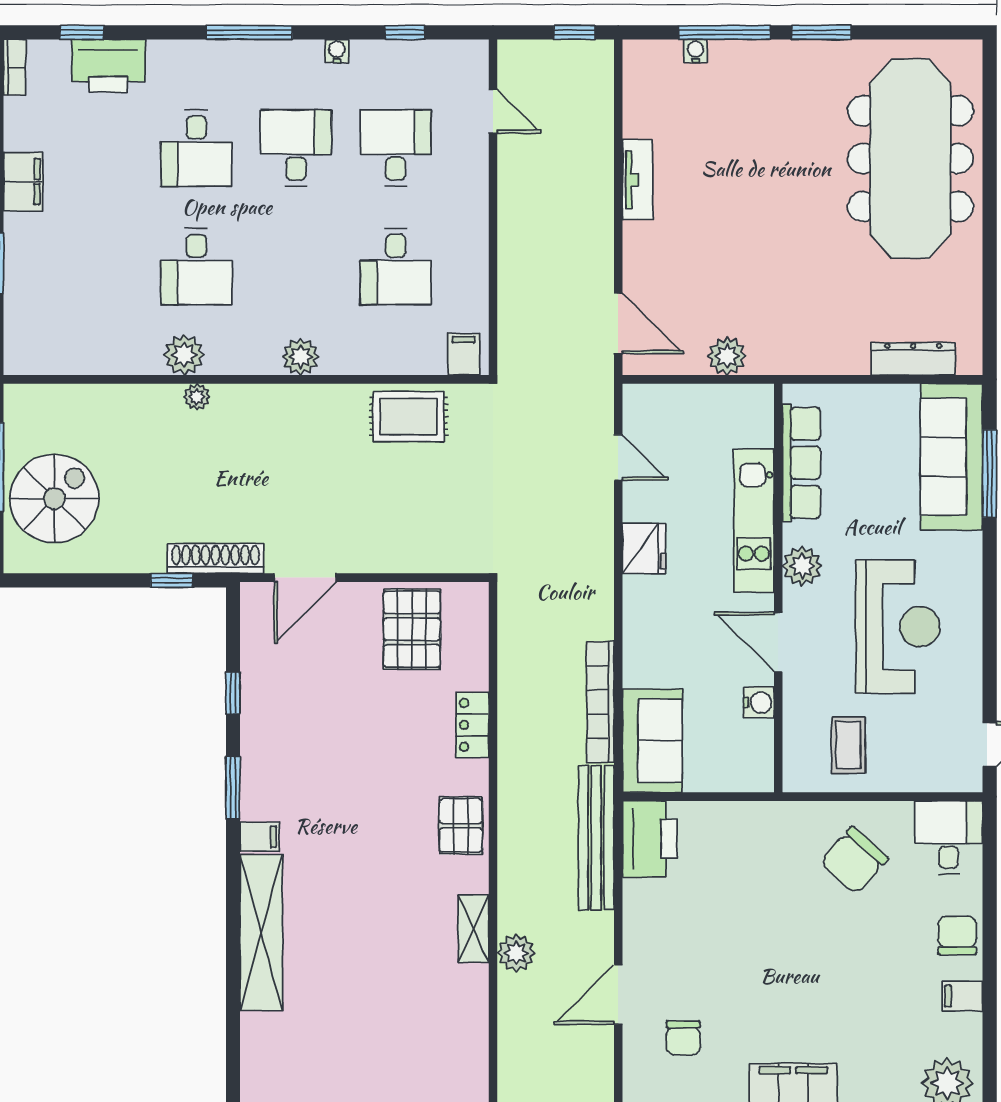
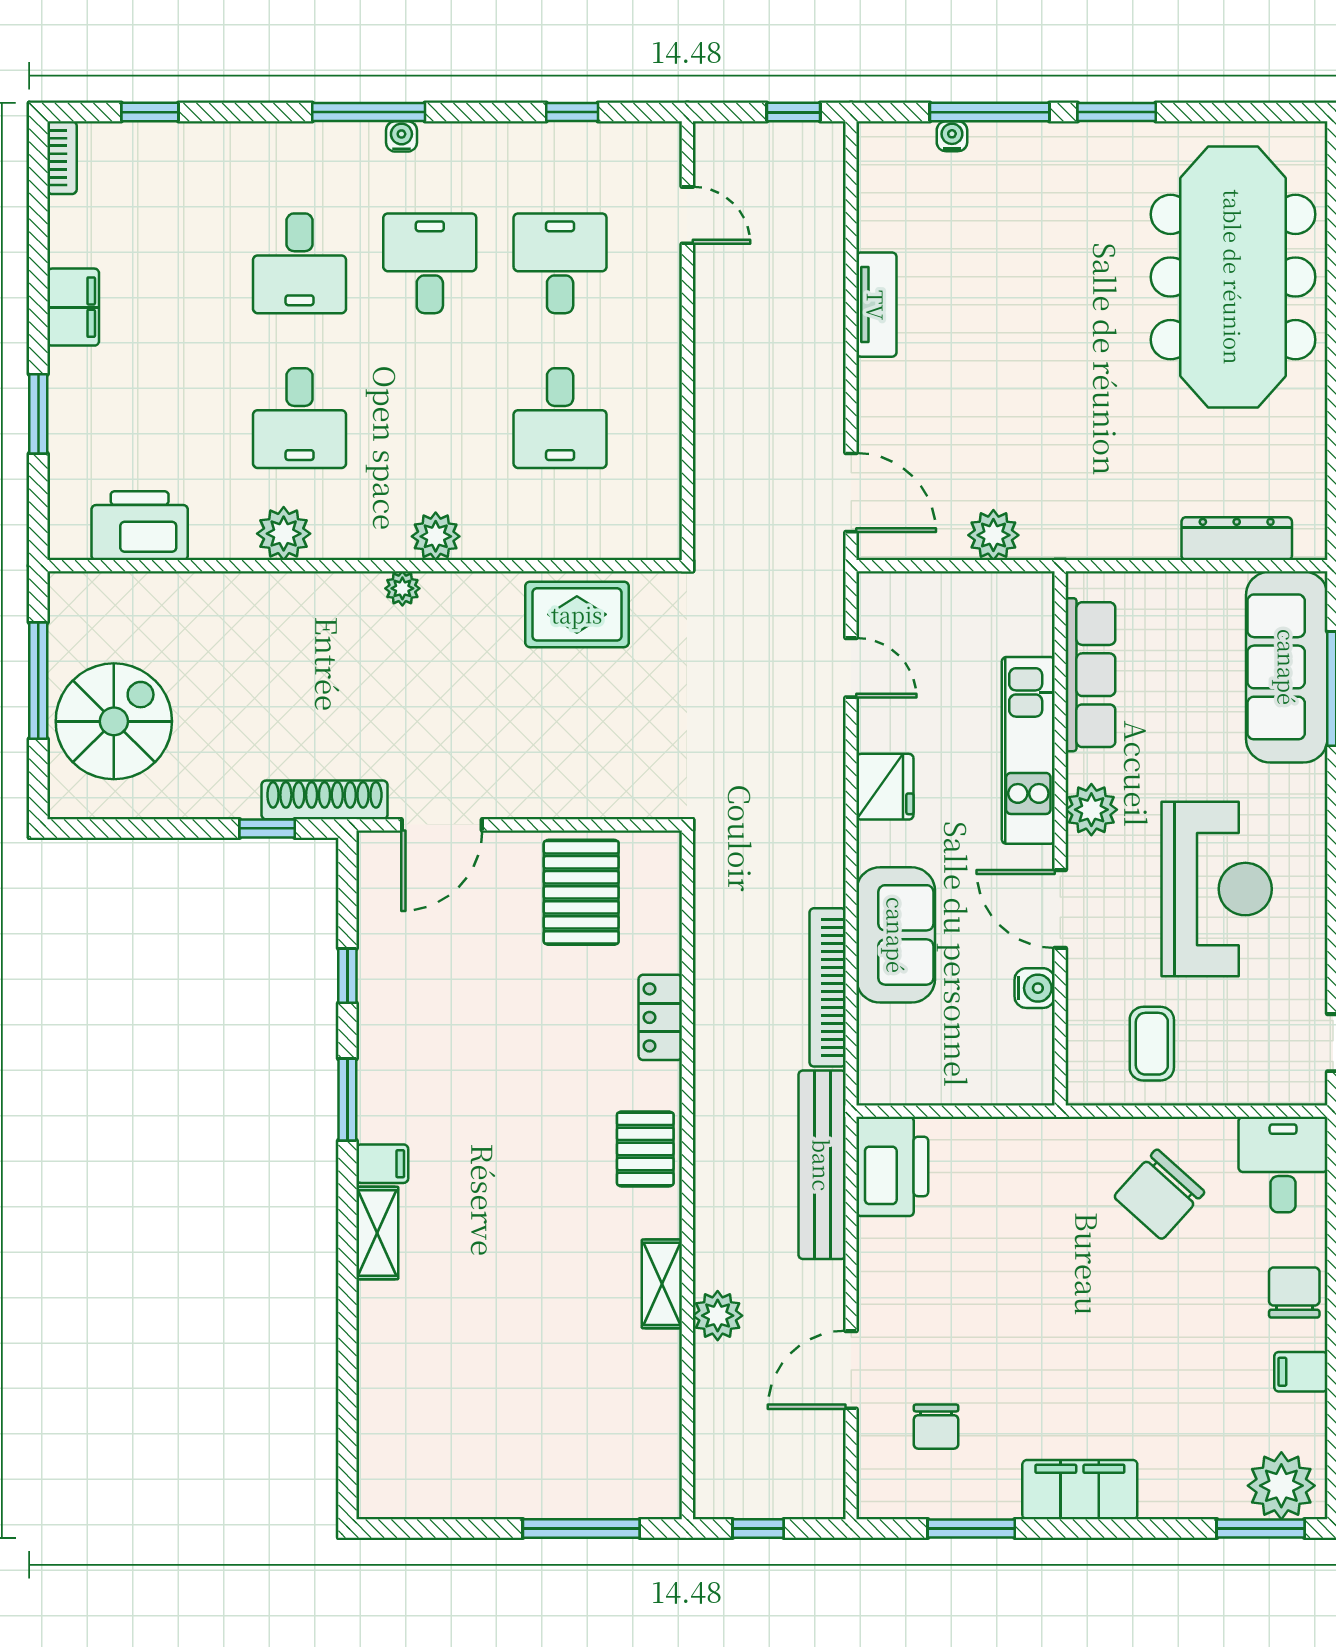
water cooler: (337, 51) -> (401, 136), moved
printer: (108, 66) -> (140, 526), moved, turned 180
filing cabinet: (464, 354) -> (649, 533), removed
plant: (197, 397) -> (402, 588), moved
sofa: (652, 741) -> (896, 935), moved
shelving: (261, 932) -> (377, 1233), width x0.45, depth x0.75

